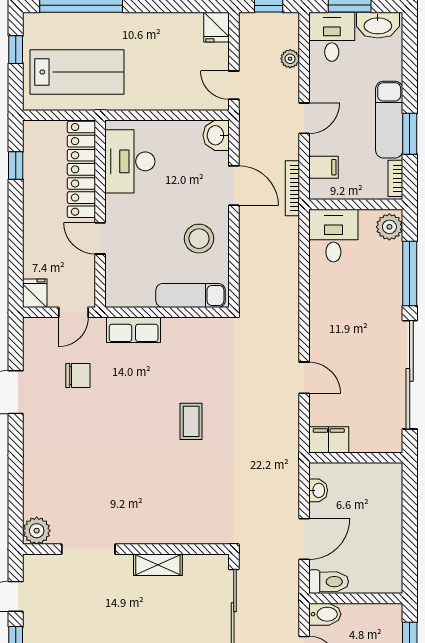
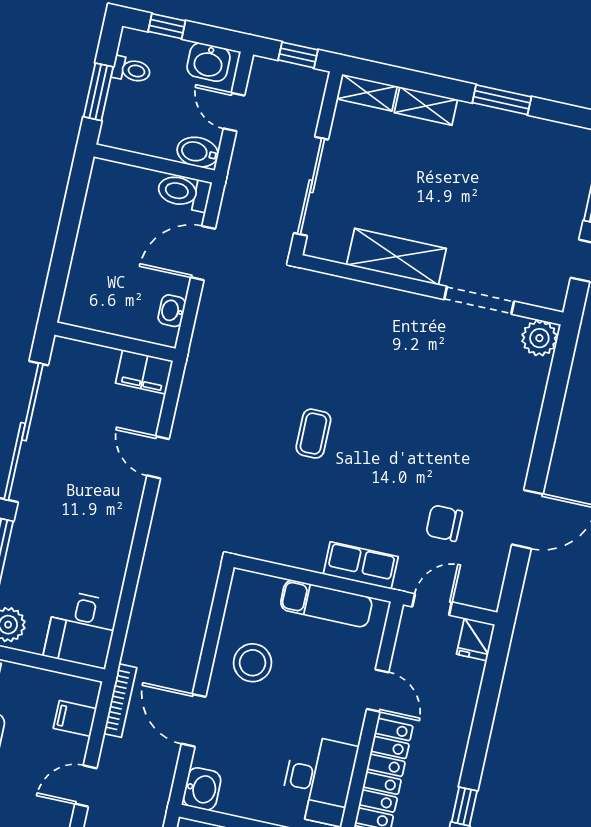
exam couch: (191, 295) -> (326, 603), moved
shelving: (158, 565) -> (396, 257), width x1.50, depth x1.33

